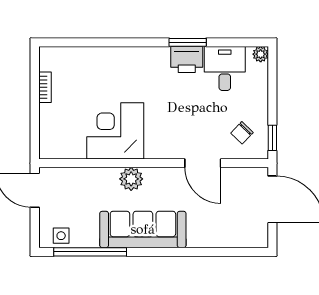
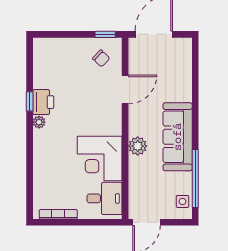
window: (188, 42) -> (30, 101), width x0.67
plant: (261, 54) -> (39, 122), moved
desk: (225, 68) -> (105, 198), moved, turned 180
bookcase: (45, 87) -> (58, 214), width x1.56

